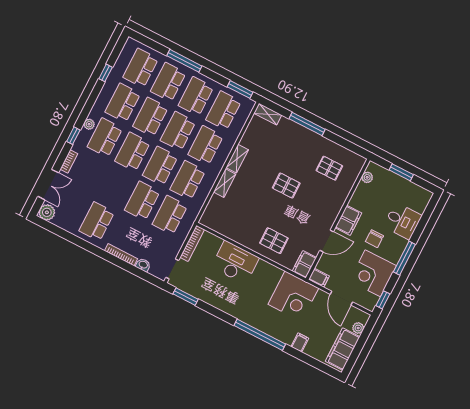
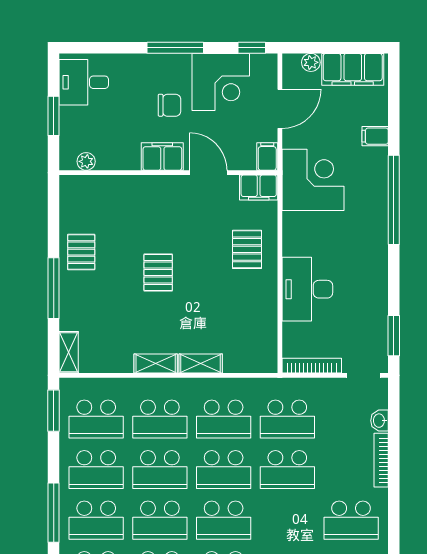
pallet: (329, 168) -> (81, 252), moved
desk: (402, 221) -> (84, 82), moved, turned -90

